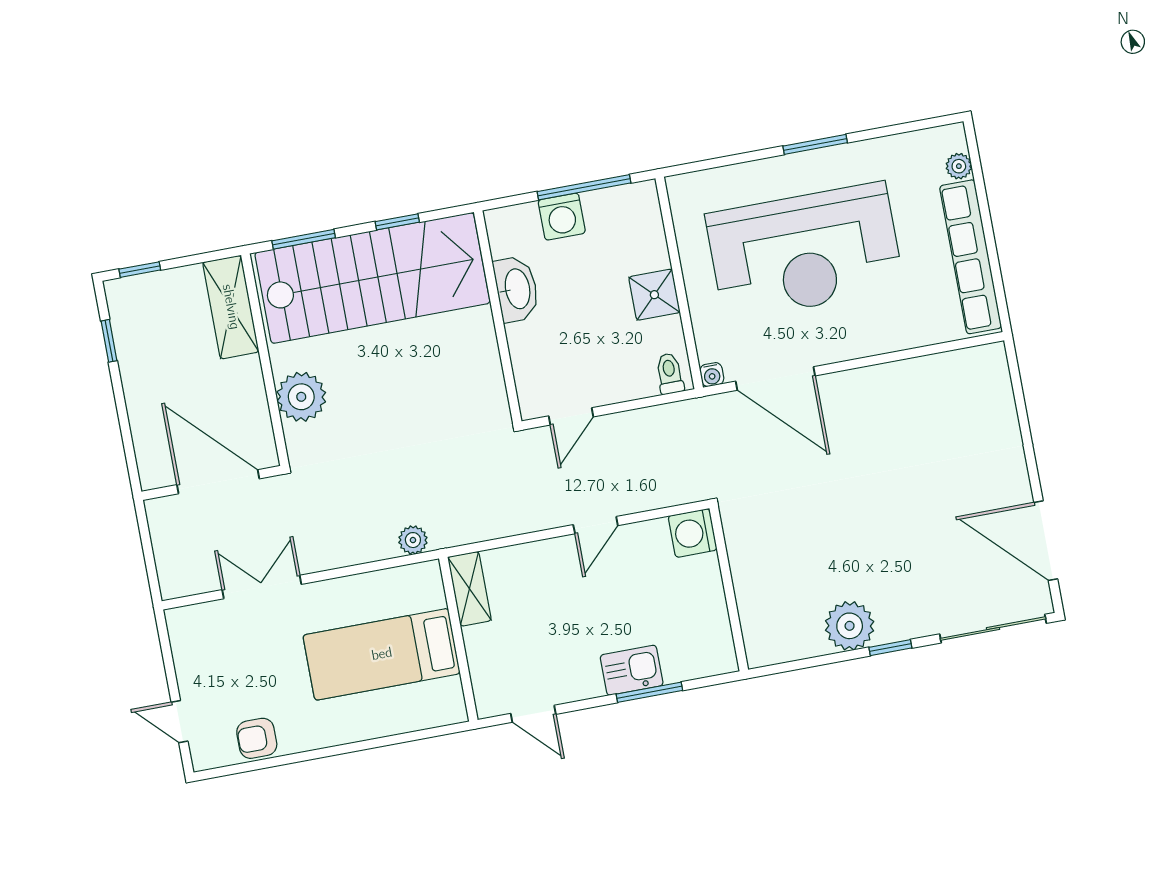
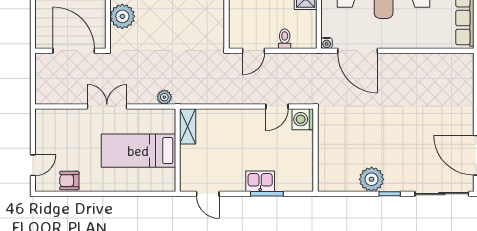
toilet: (670, 374) -> (285, 39), moved
door: (596, 525) -> (277, 106), moved
double door: (262, 587) -> (107, 106), moved
door: (180, 722) -> (33, 165), swing flipped

